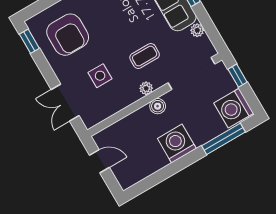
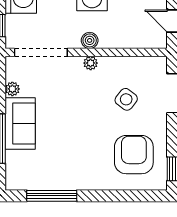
coffee table: (145, 56) -> (75, 94), removed
side table: (100, 76) -> (126, 99), turned 38

